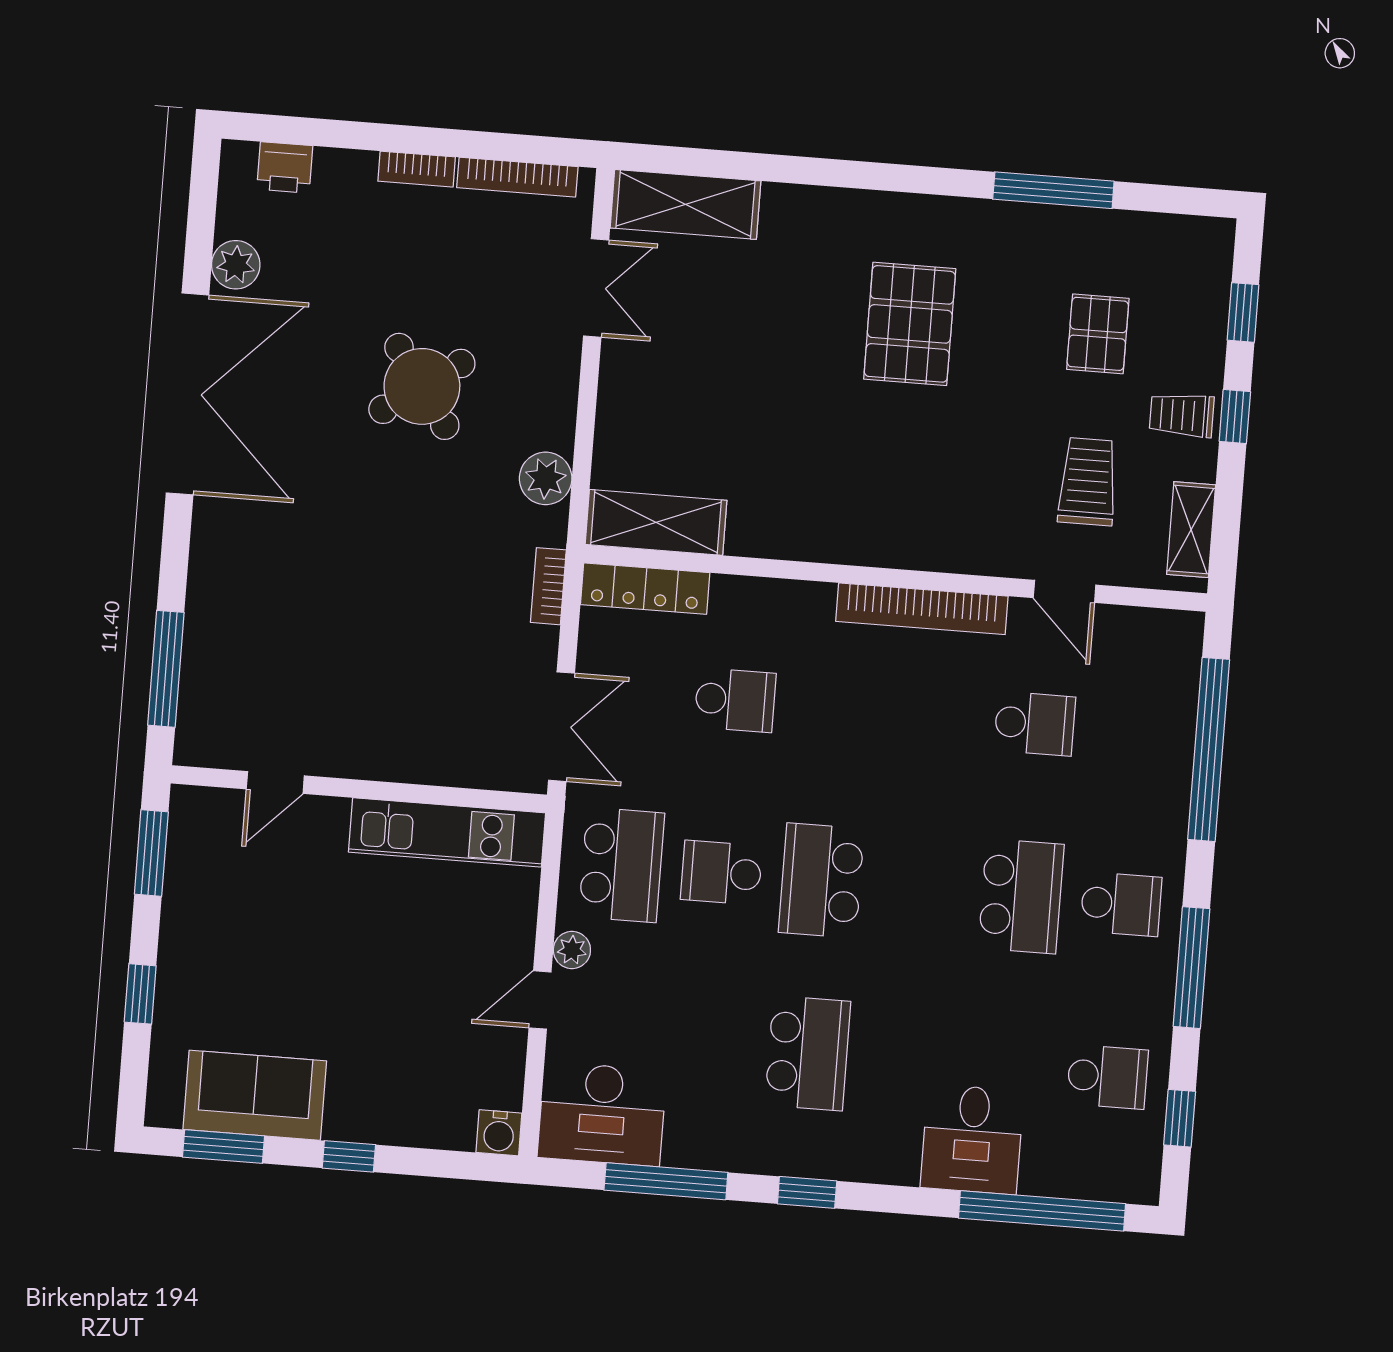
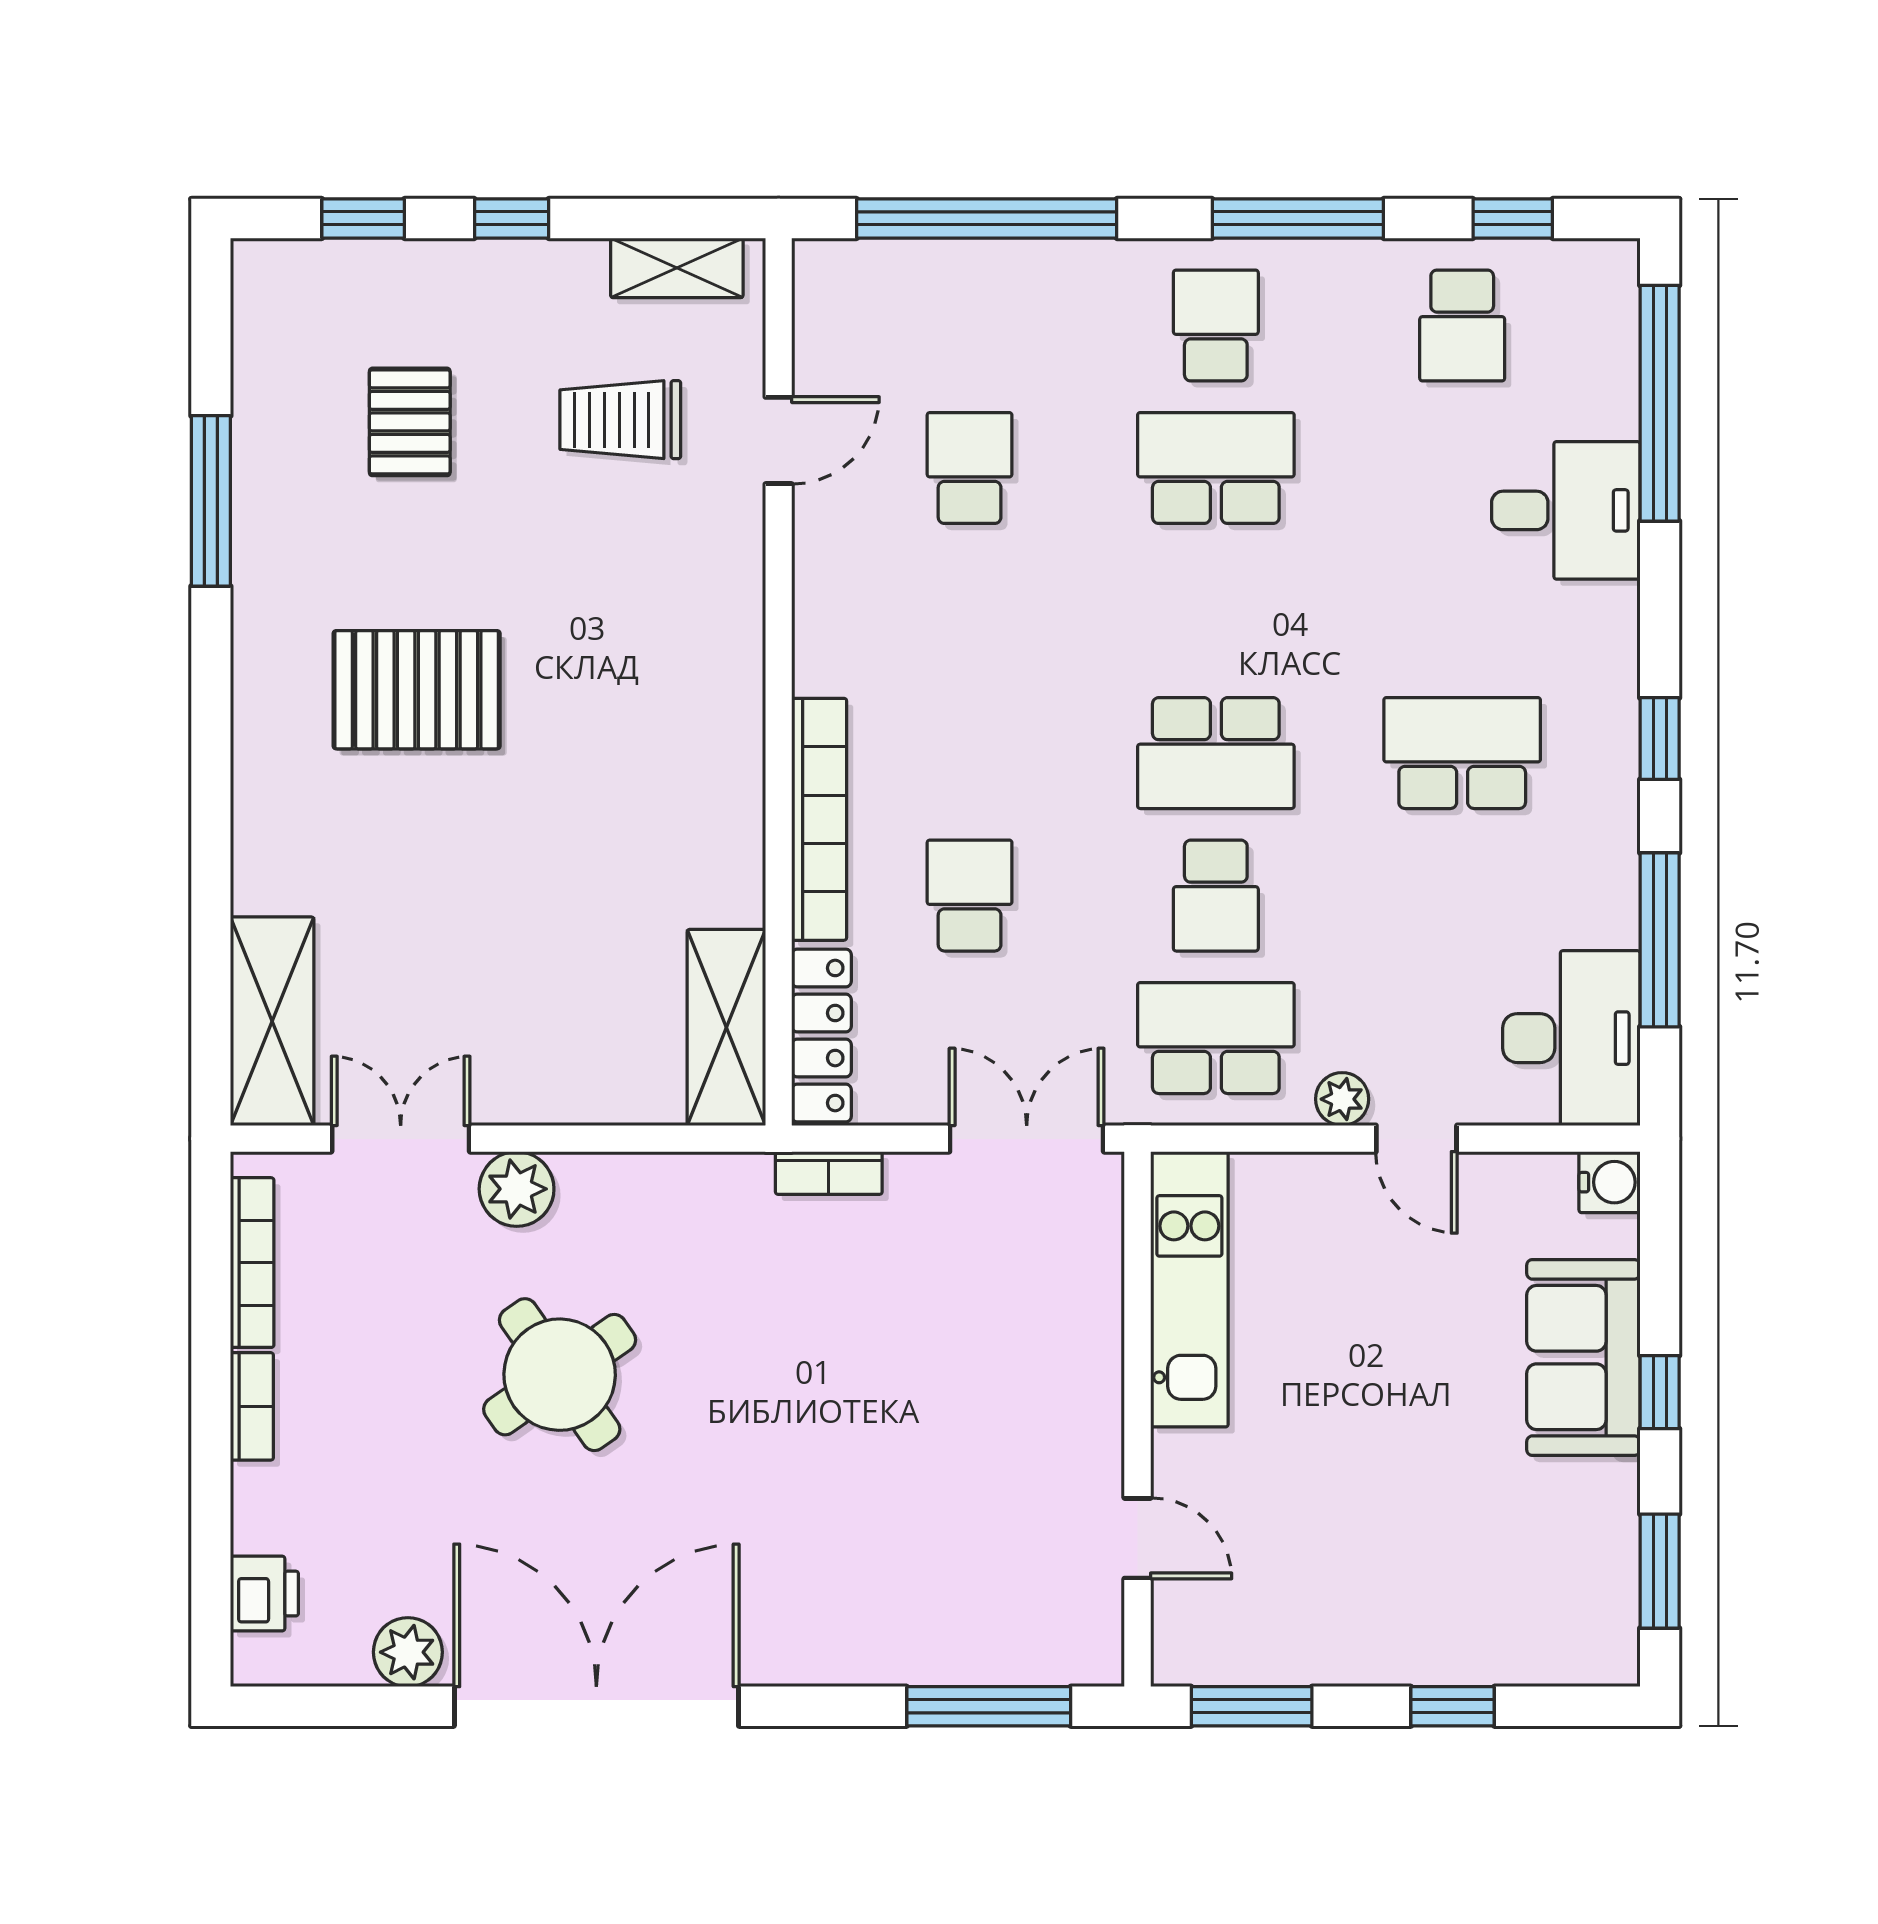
pallet: (1098, 334) -> (410, 422), turned 90
trolley: (1182, 415) -> (515, 294), removed
plant: (546, 478) -> (517, 1189), moved
bookcase: (922, 609) -> (819, 819), moved
school desk: (1107, 1077) -> (1462, 325), turned 180
sofa: (255, 1095) -> (1583, 1358), moved

